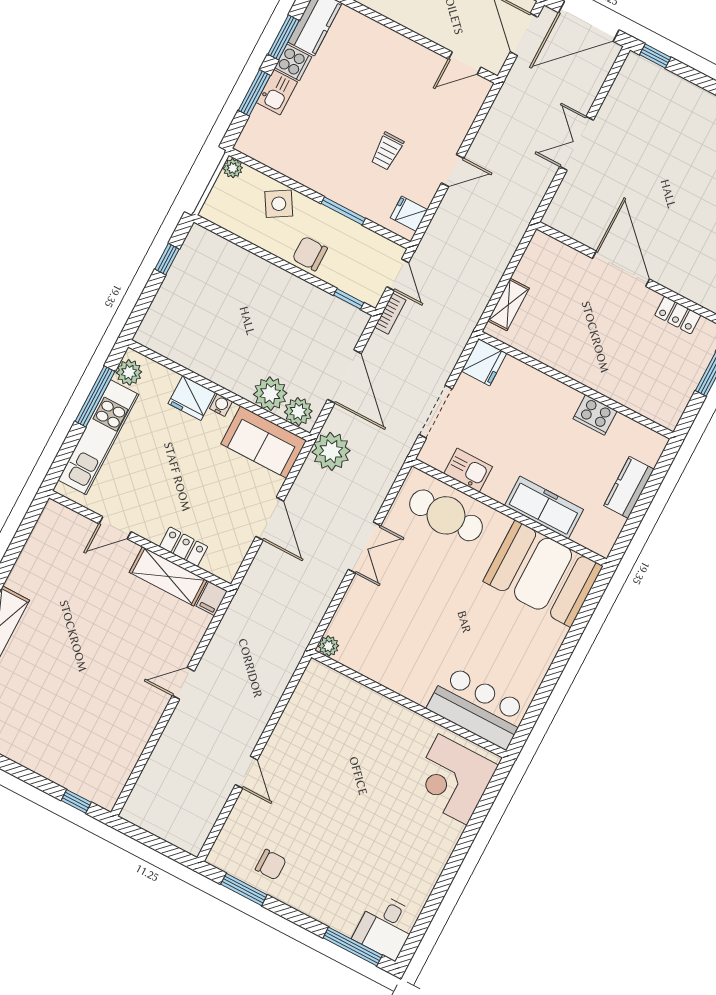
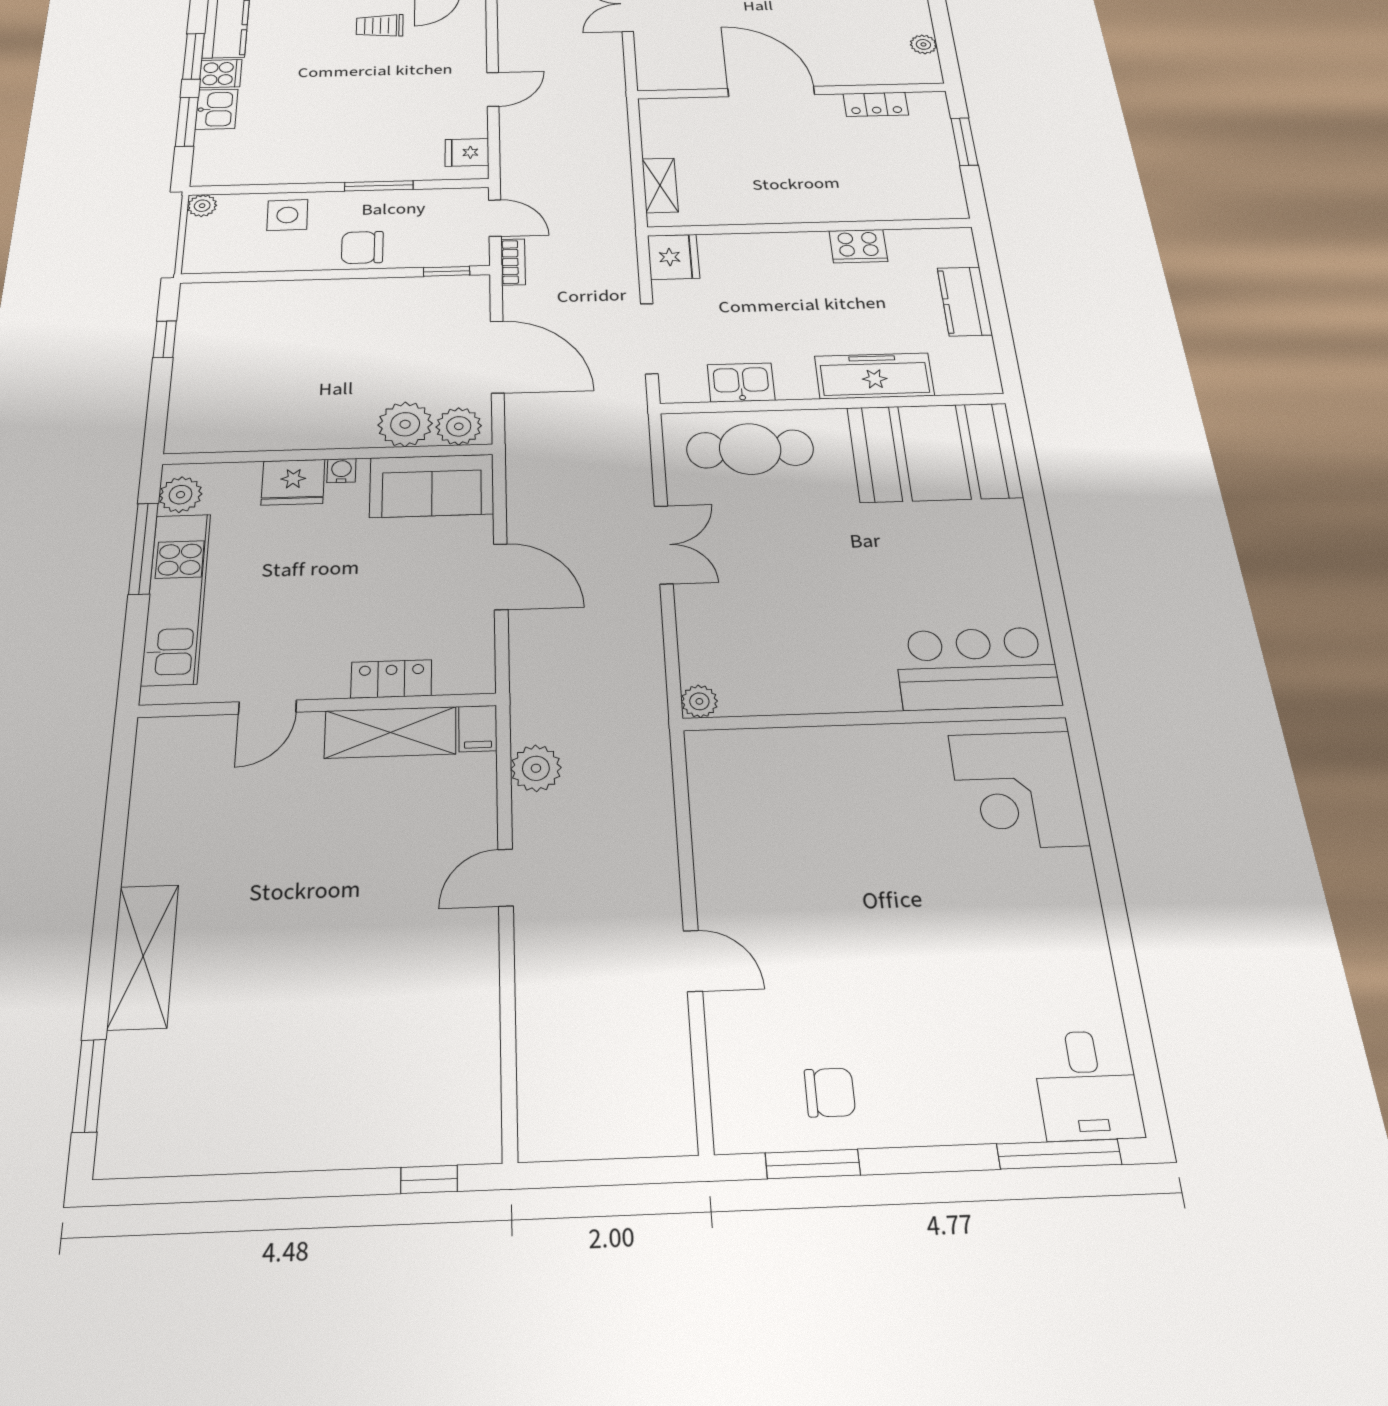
trolley: (387, 151) -> (380, 26), moved, turned 90
side table: (279, 204) -> (287, 215), turned 30
plant: (331, 451) -> (536, 768), moved, width x0.73, depth x0.73

